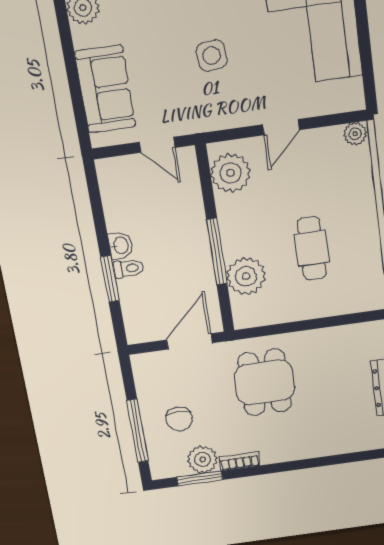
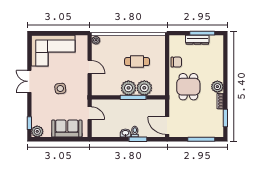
door: (157, 145) -> (90, 113), hinge flipped
plant: (231, 173) -> (128, 88), moved
door: (190, 341) -> (167, 126), moved
dining table: (265, 382) -> (188, 87), turned 90
chair: (179, 419) -> (176, 62), moved
plant: (203, 460) -> (217, 87), moved

